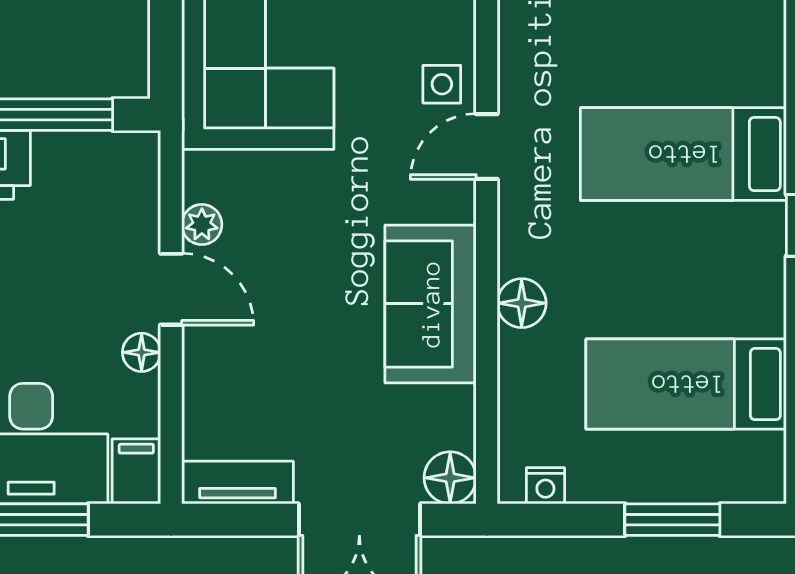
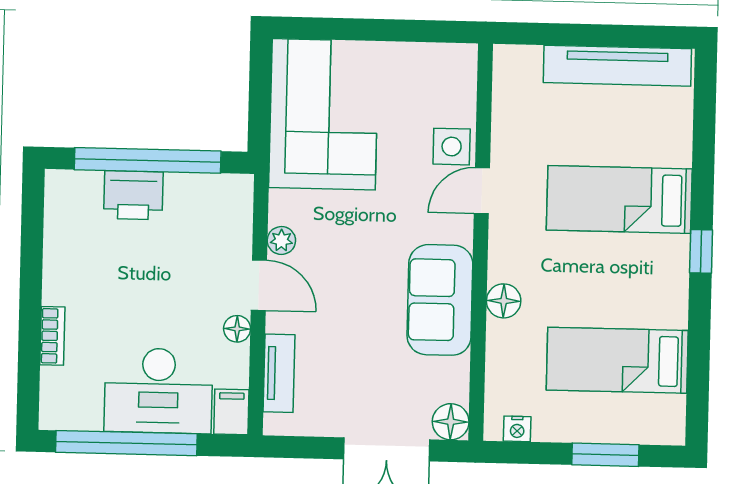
side table: (442, 84) -> (452, 147), width x1.37, depth x1.37
tv unit: (237, 482) -> (279, 373), moved, turned 90

